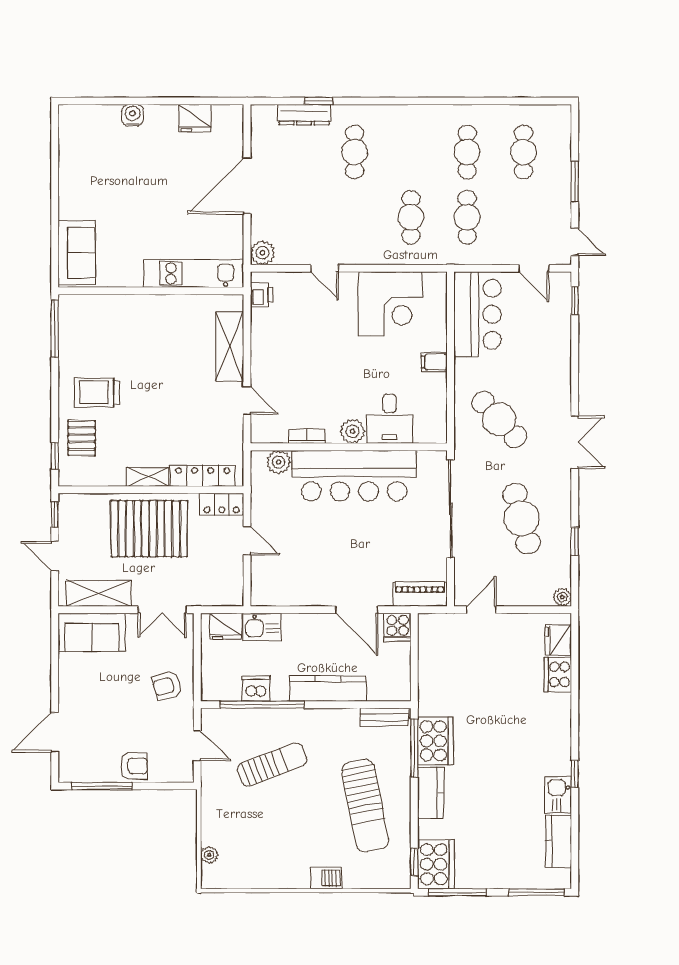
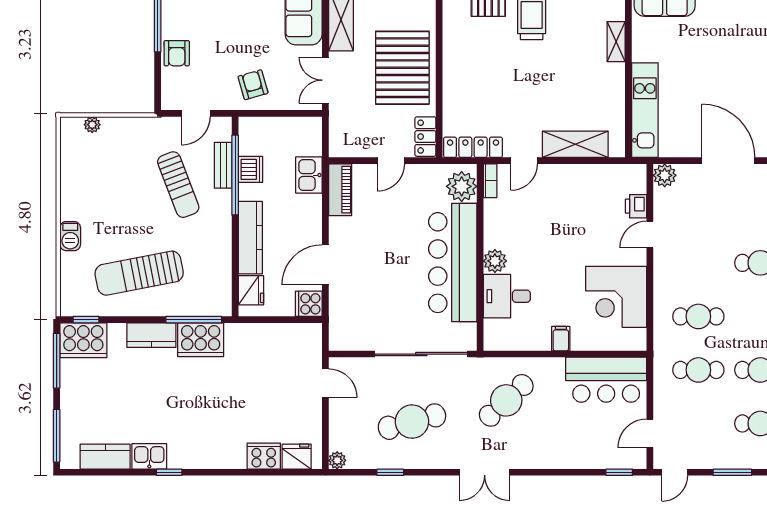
printer: (261, 295) -> (636, 206), moved, turned 90
bookcase: (307, 436) -> (490, 181), moved
plant: (278, 462) -> (462, 186), width x1.36, depth x1.36
locker: (203, 476) -> (473, 147), moved, turned -90
shelving: (148, 477) -> (616, 42), moved
piano: (420, 594) -> (340, 190), moved
fridge: (226, 626) -> (251, 290), moved, turned 180
bench: (384, 717) -> (223, 165), moved

